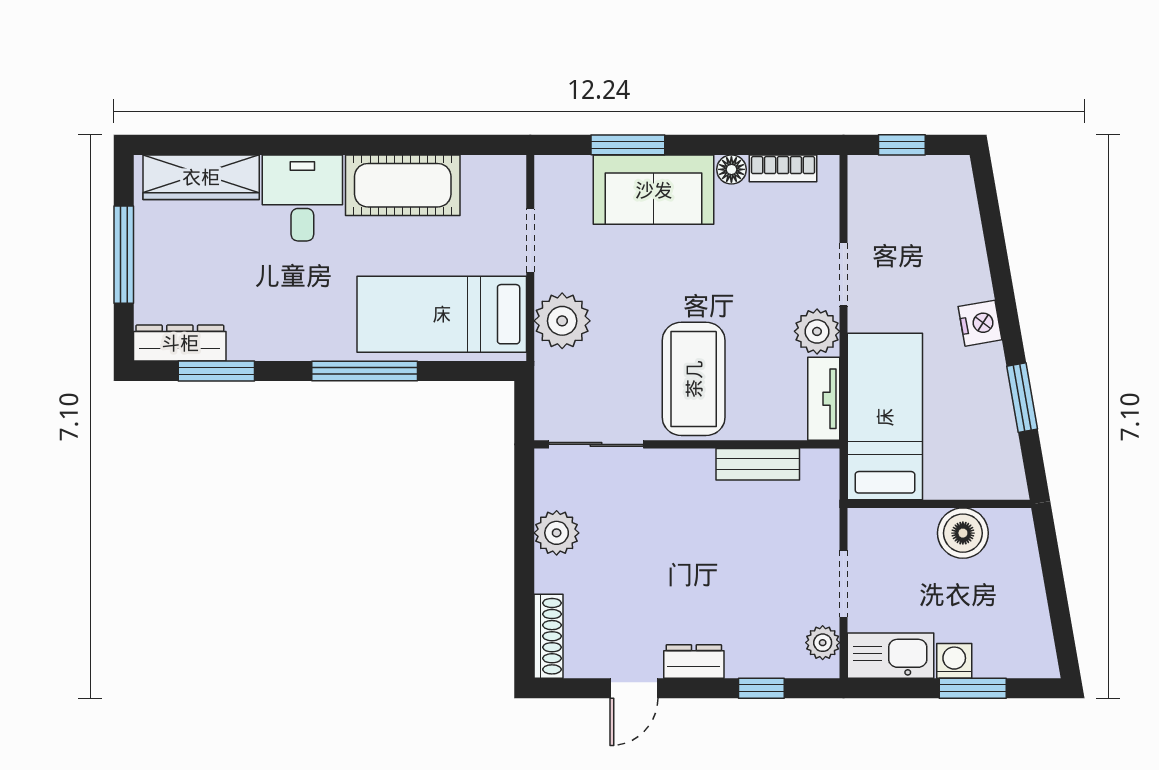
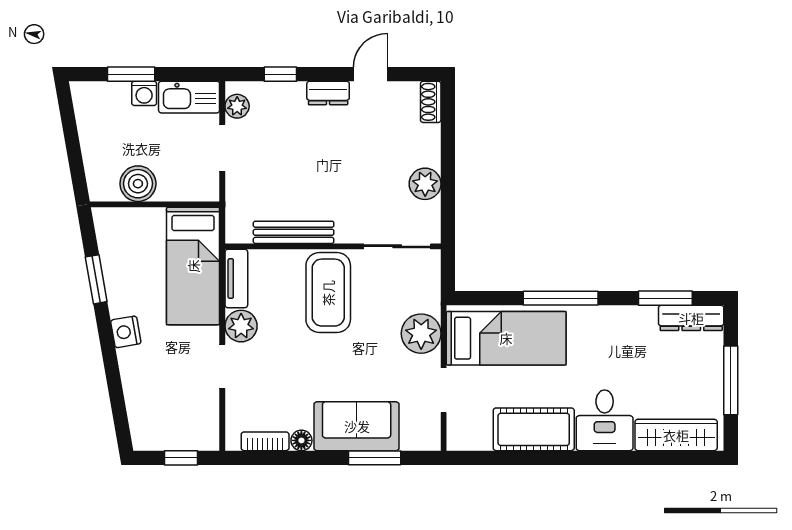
bench: (758, 464) -> (294, 232), width x1.36
shoe rack: (549, 636) -> (431, 102), width x0.70

